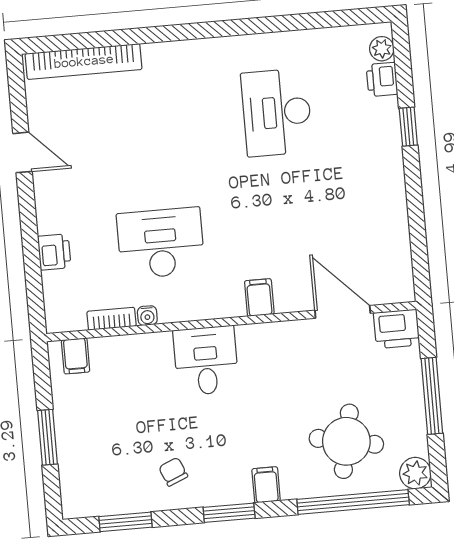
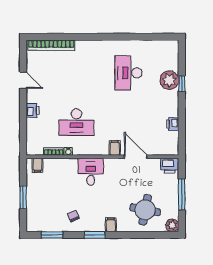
plant: (382, 49) -> (169, 80), moved, width x1.88, depth x1.88
printer: (382, 79) -> (173, 124), moved
desk: (161, 243) -> (76, 122), turned 180
printer: (54, 252) -> (33, 110), moved
door: (343, 312) -> (136, 157), moved
window: (353, 502) -> (146, 235), removed

